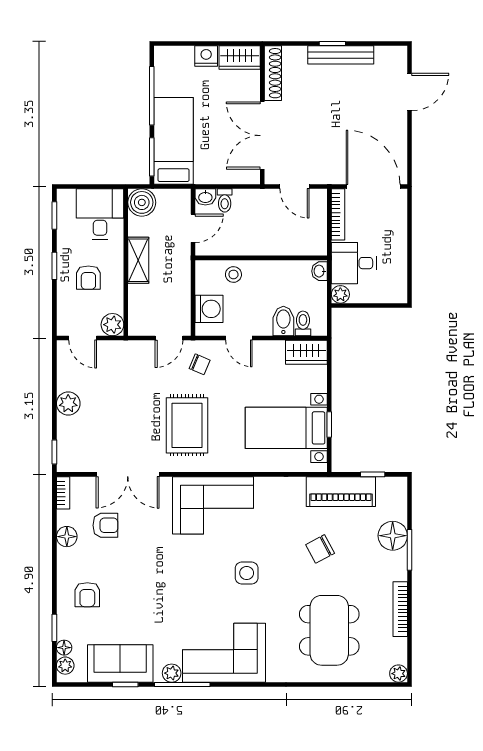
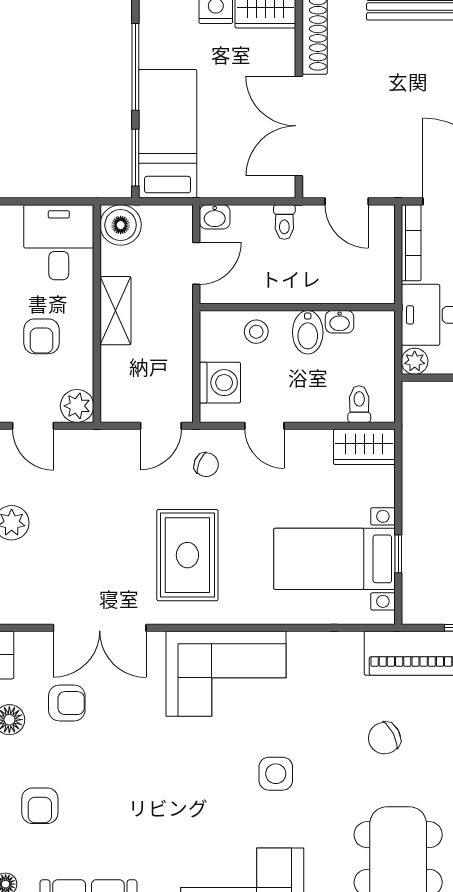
toilet: (225, 200) -> (284, 222), moved
washbasin: (319, 271) -> (340, 322), moved, turned -90
bidet: (283, 321) -> (308, 332), moved, turned 180

